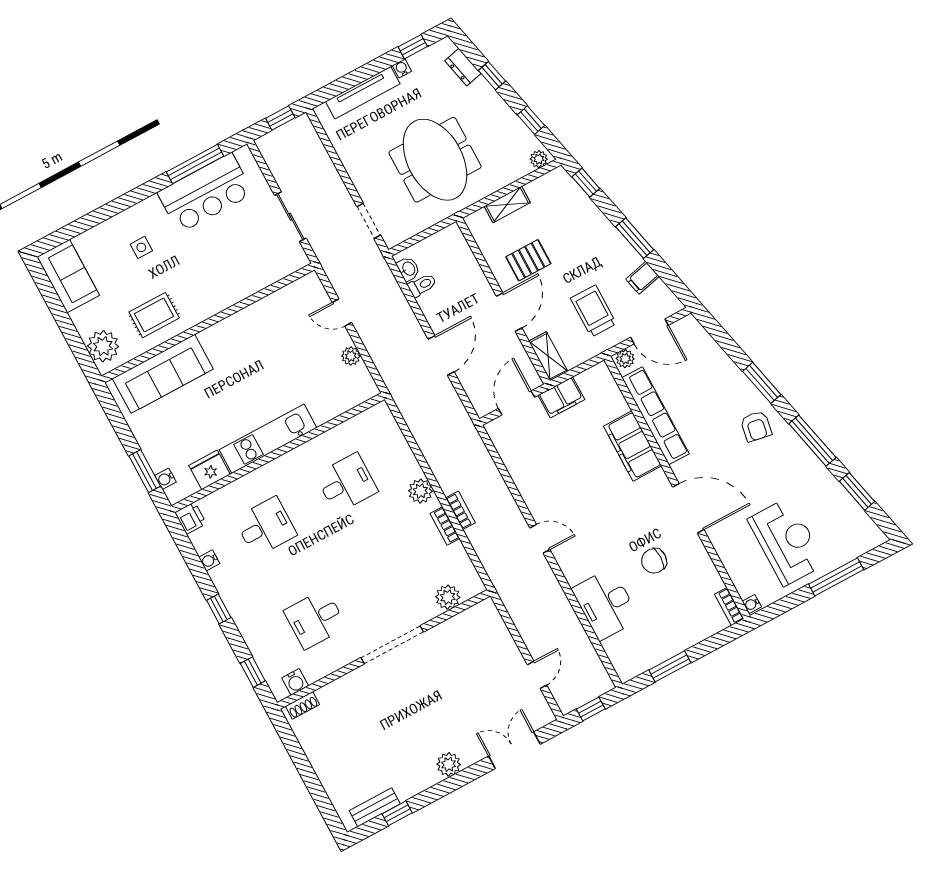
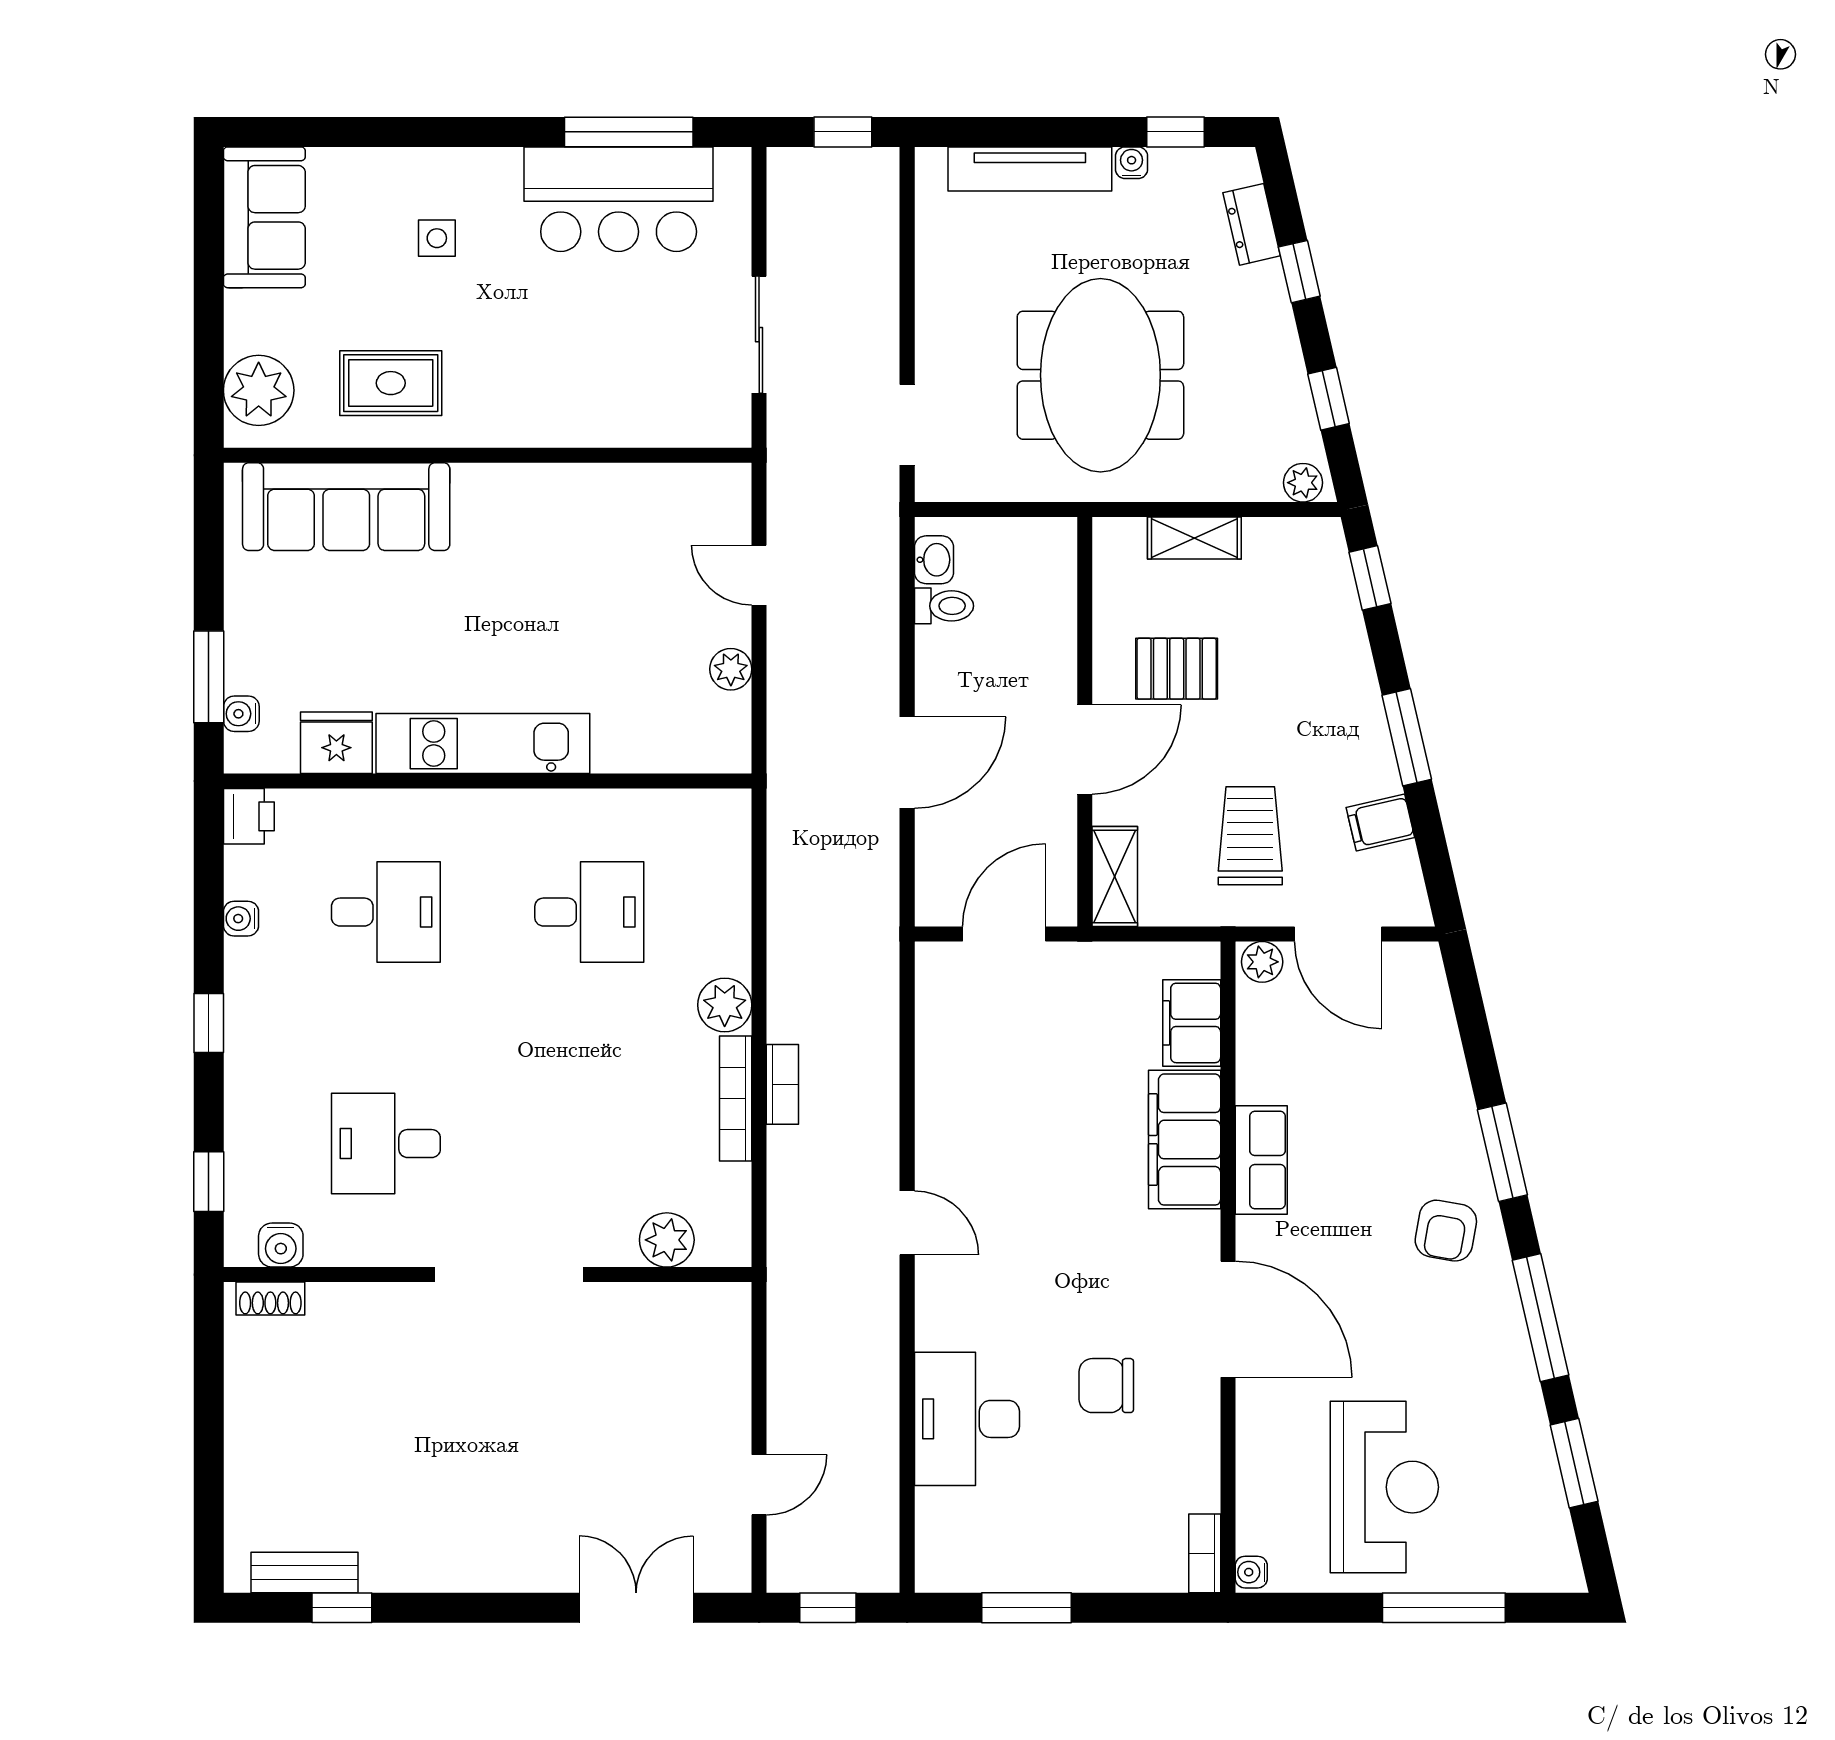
filing cabinet: (561, 397) -> (1192, 1023), moved, turned 90
row of seats: (656, 416) -> (1261, 1160), width x0.50
bookcase: (445, 526) -> (736, 1098), width x1.56
plant: (449, 764) -> (493, 1566), removed

